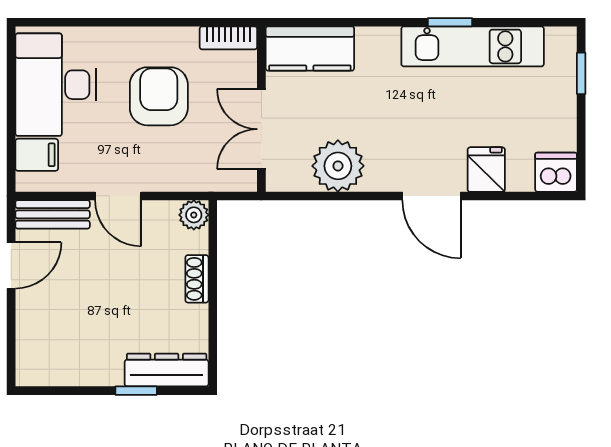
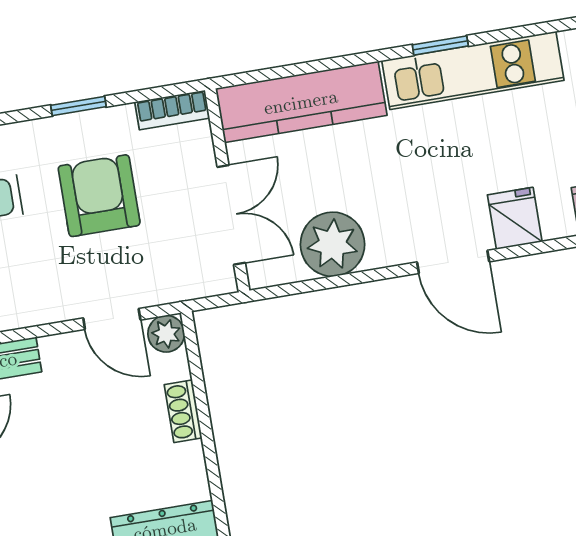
window: (154, 22) -> (78, 106), added
kitchen counter: (310, 49) -> (301, 102), width x1.50
double door: (261, 129) -> (231, 215), swing flipped
door: (118, 196) -> (112, 319), moved

